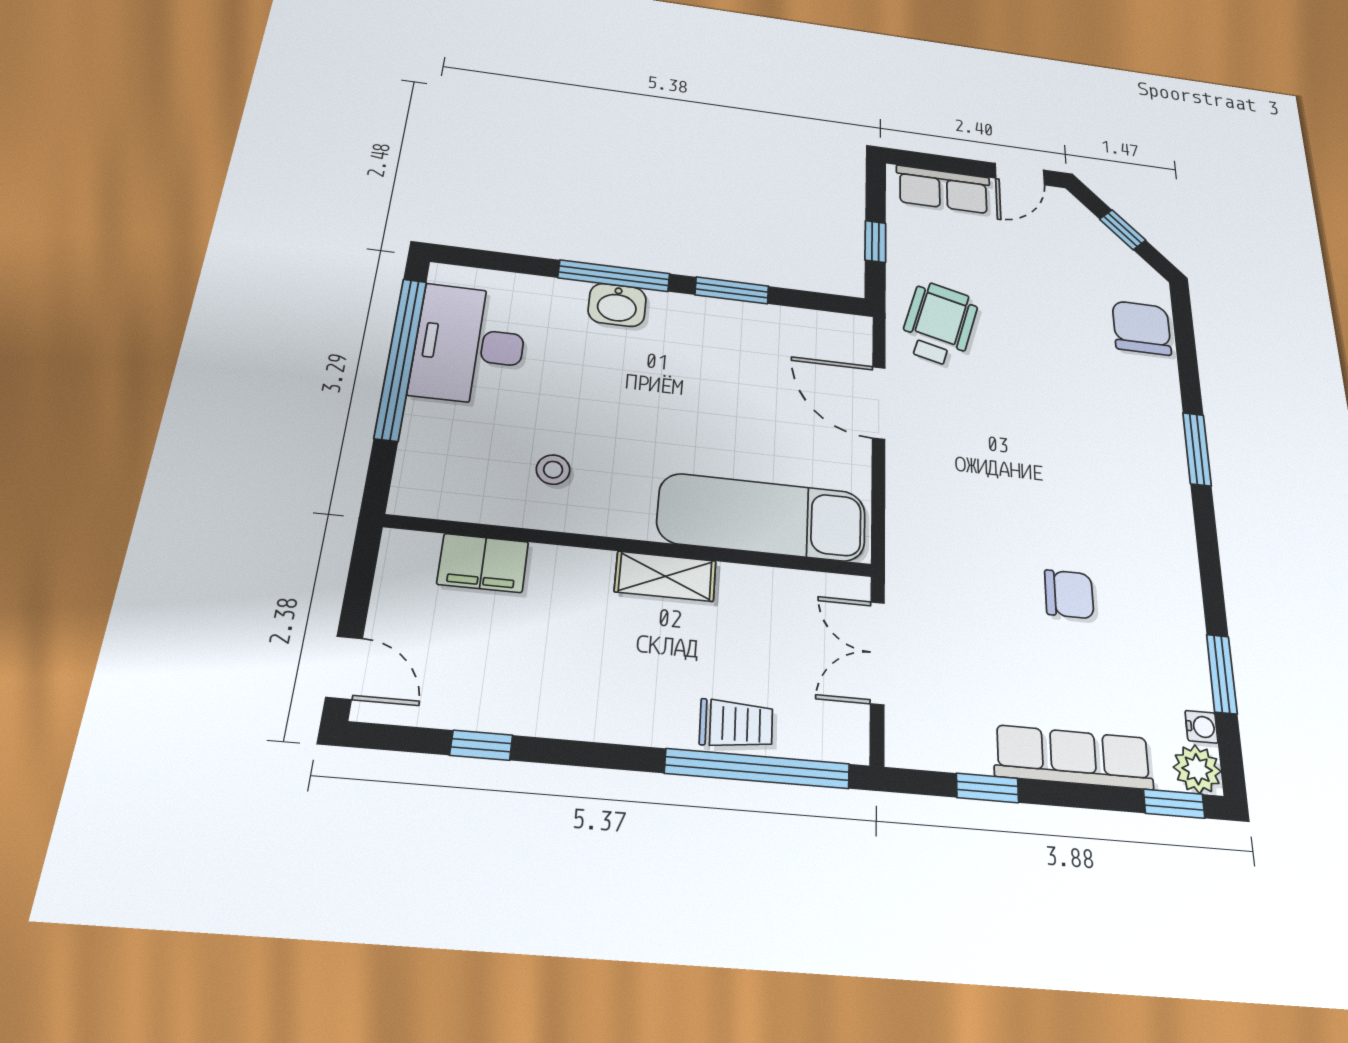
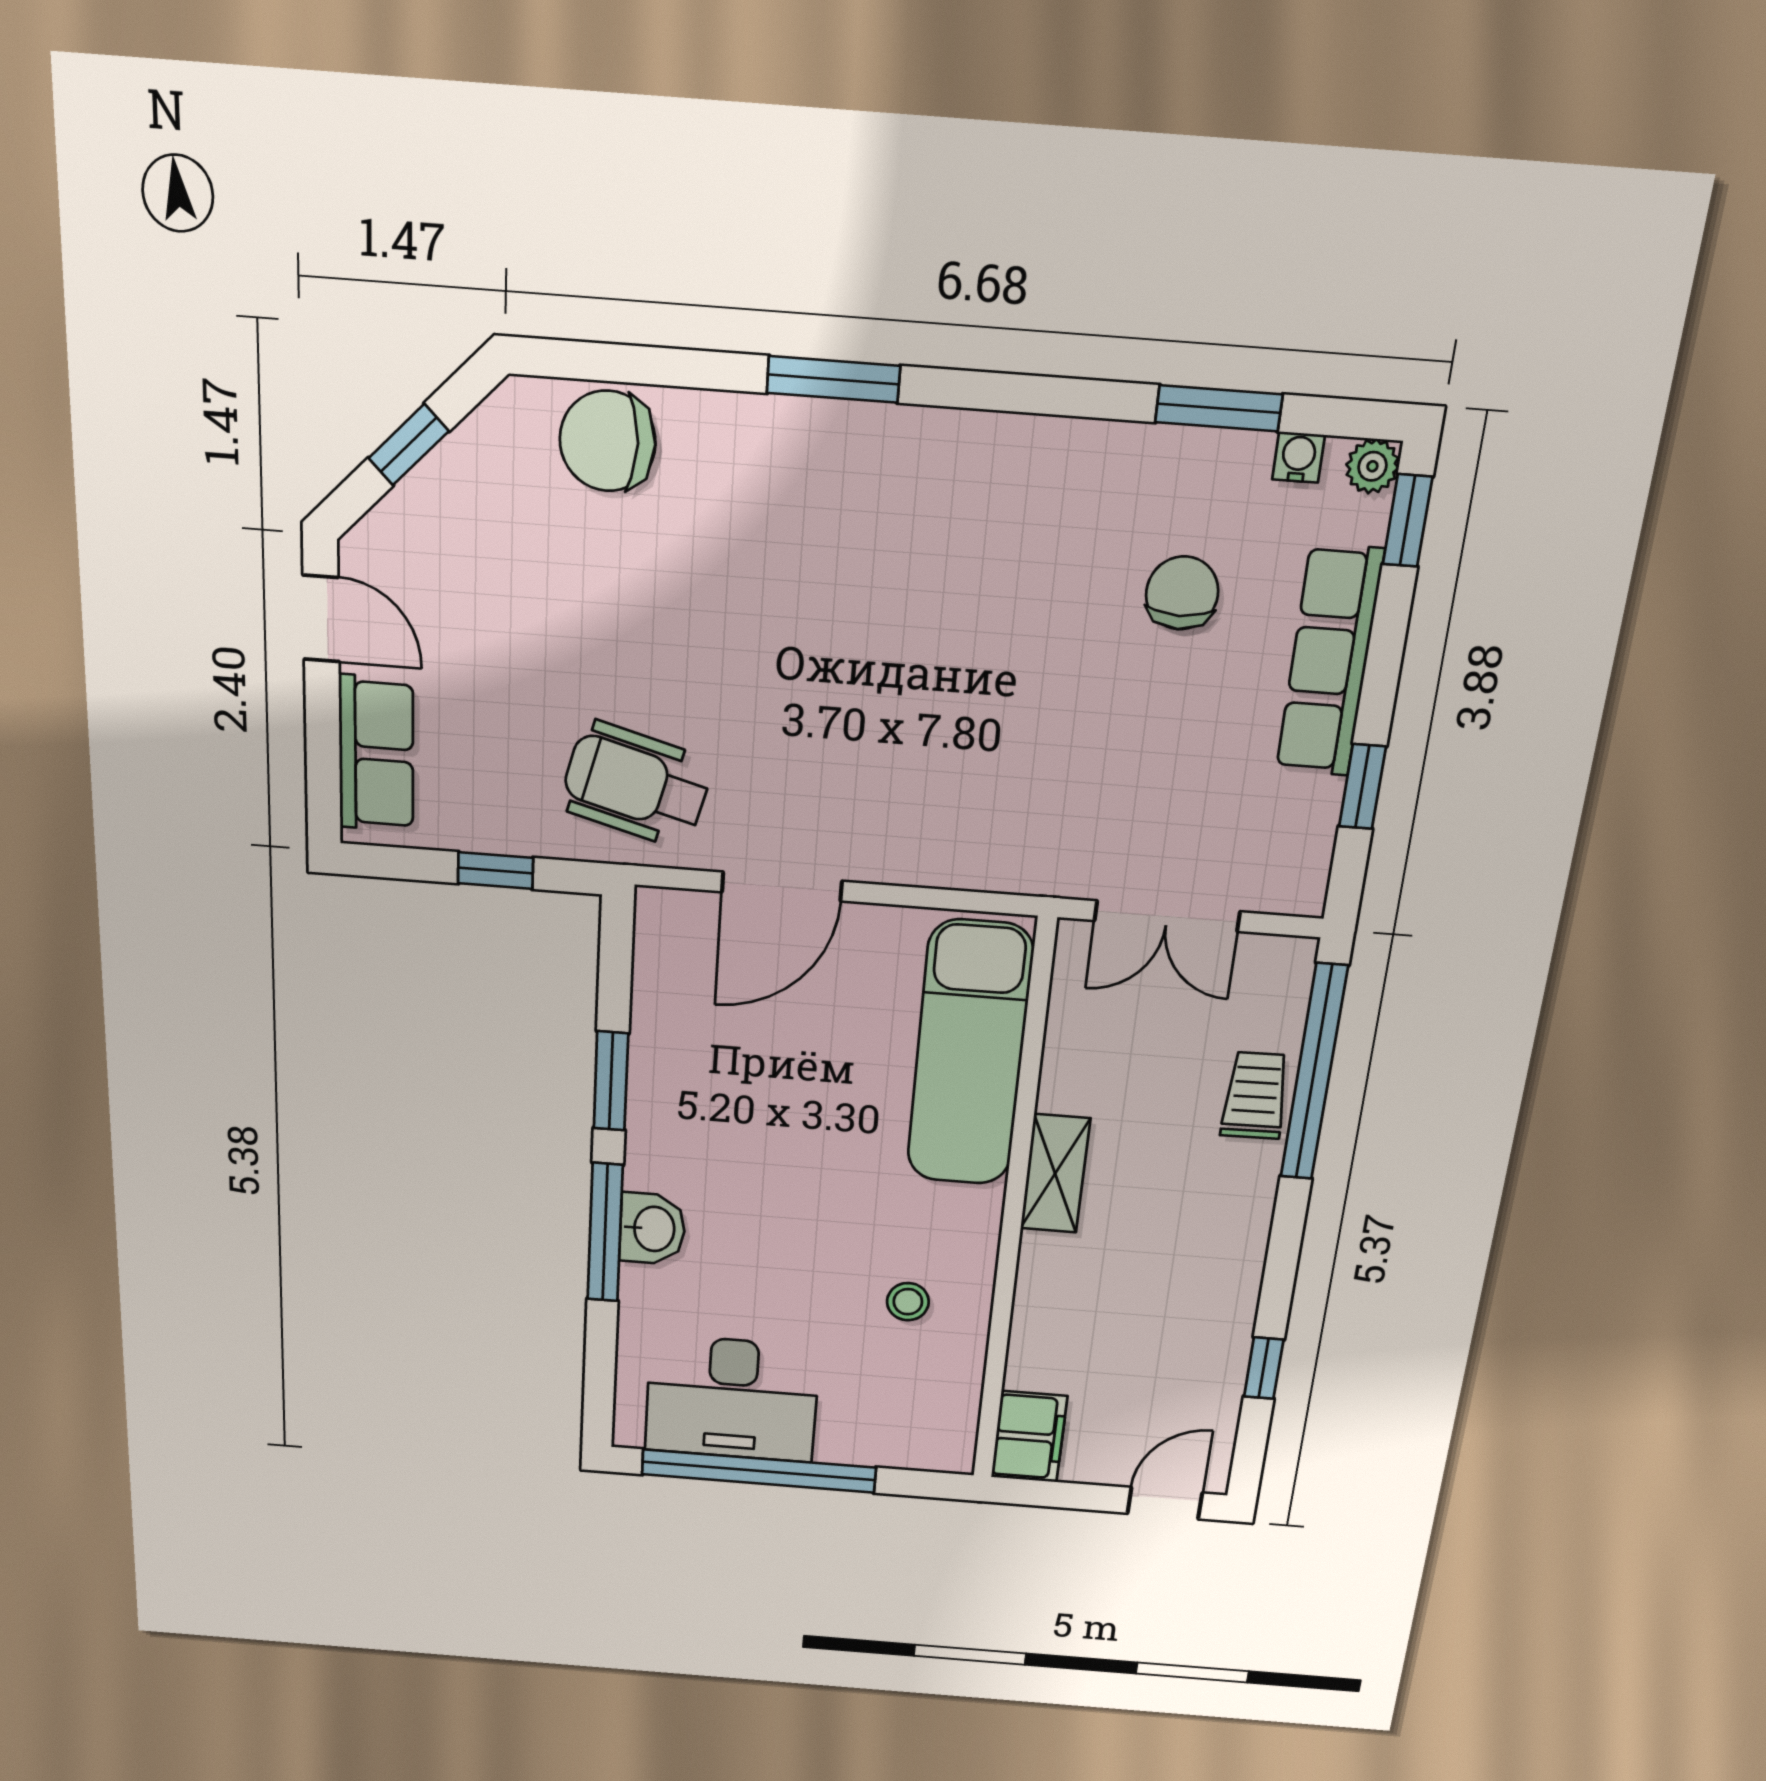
filing cabinet: (483, 563) -> (1029, 1437), moved
chair: (1069, 594) -> (1182, 593), moved
plant: (1197, 769) -> (1372, 466), width x0.73, depth x0.73

